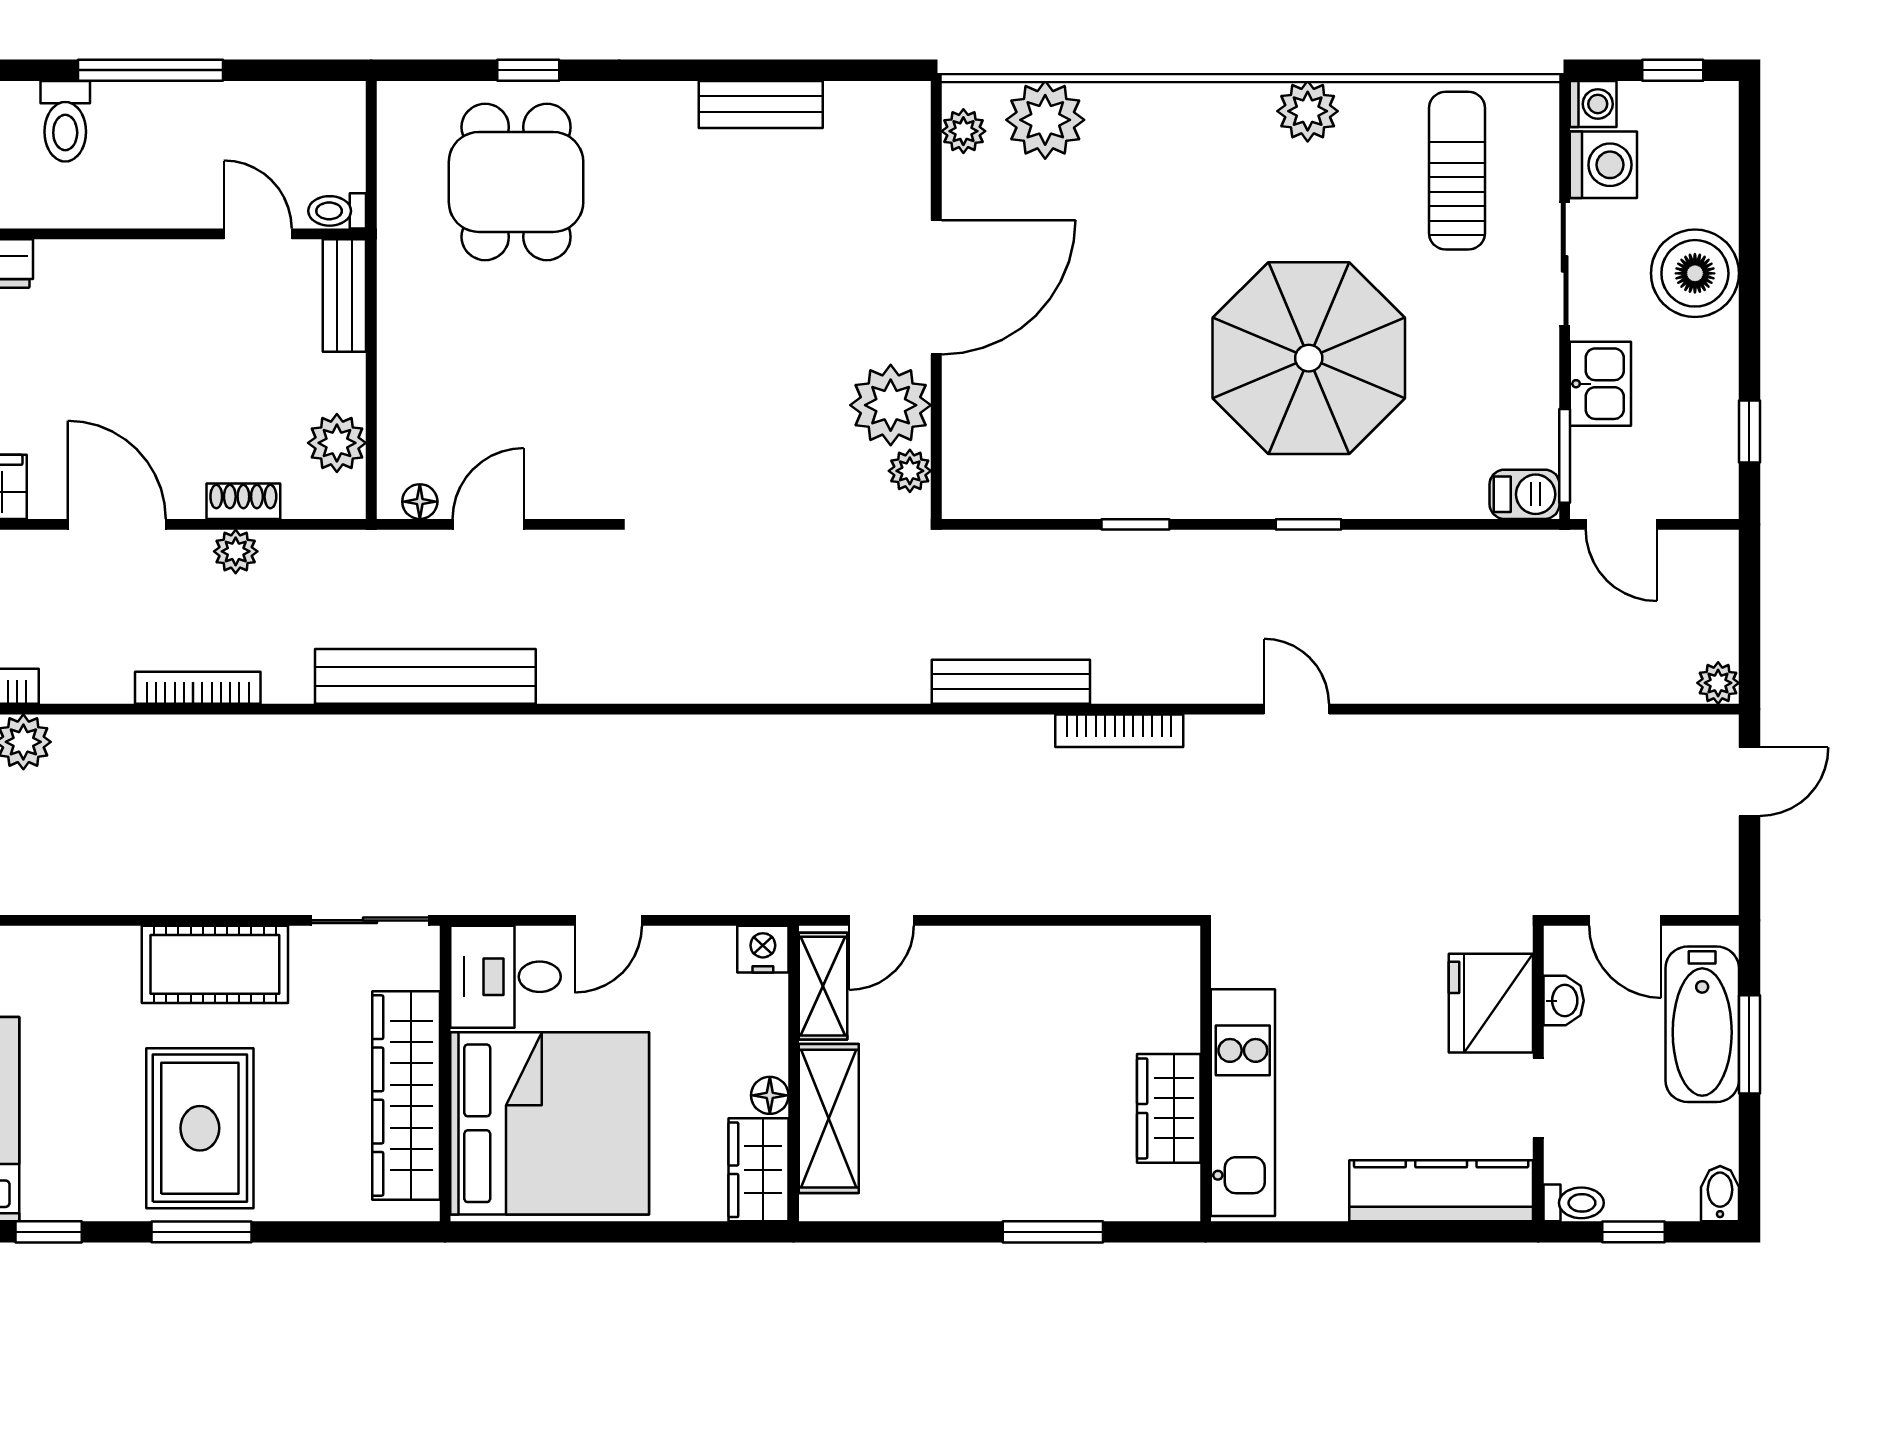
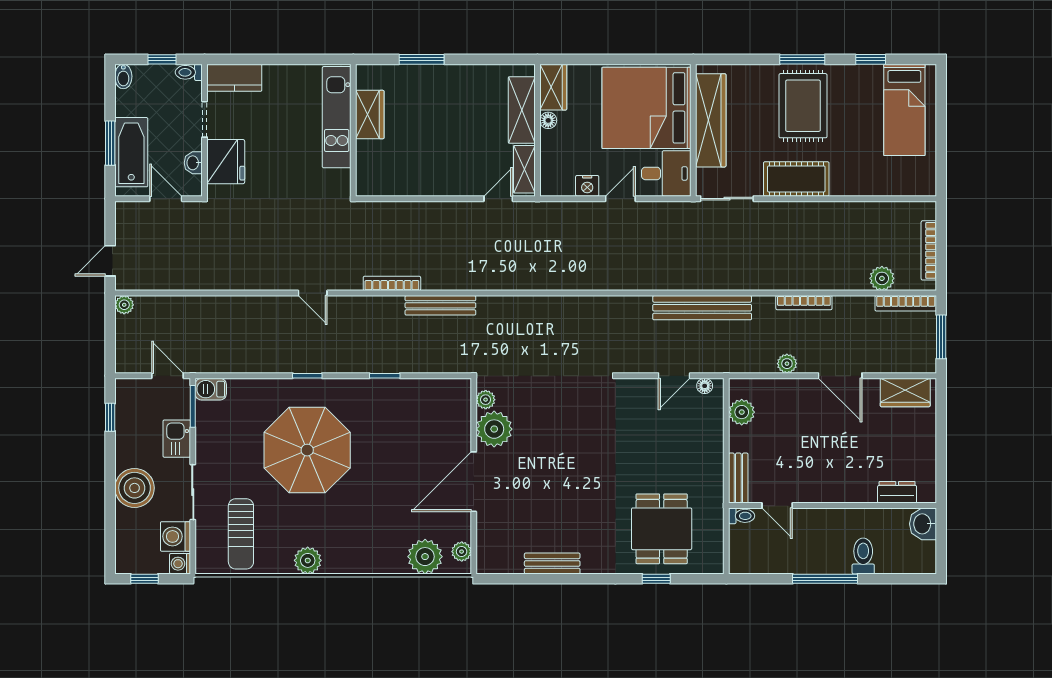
shoe rack: (243, 501) -> (784, 386), removed
nightstand: (763, 949) -> (587, 186), moved
kitchen counter: (1441, 1191) -> (234, 78), width x0.67

